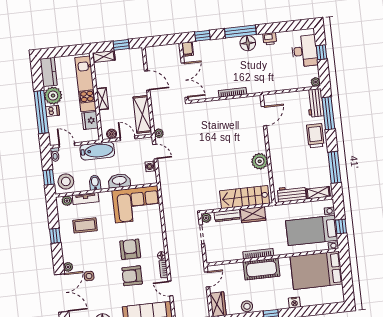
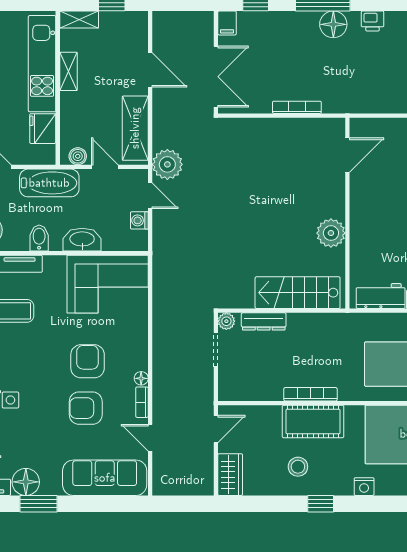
shelving: (102, 99) -> (68, 71), moved
plant: (159, 133) -> (167, 164), width x1.87, depth x1.87
wardrobe: (253, 215) -> (309, 325), removed
stool: (247, 306) -> (298, 467), moved

